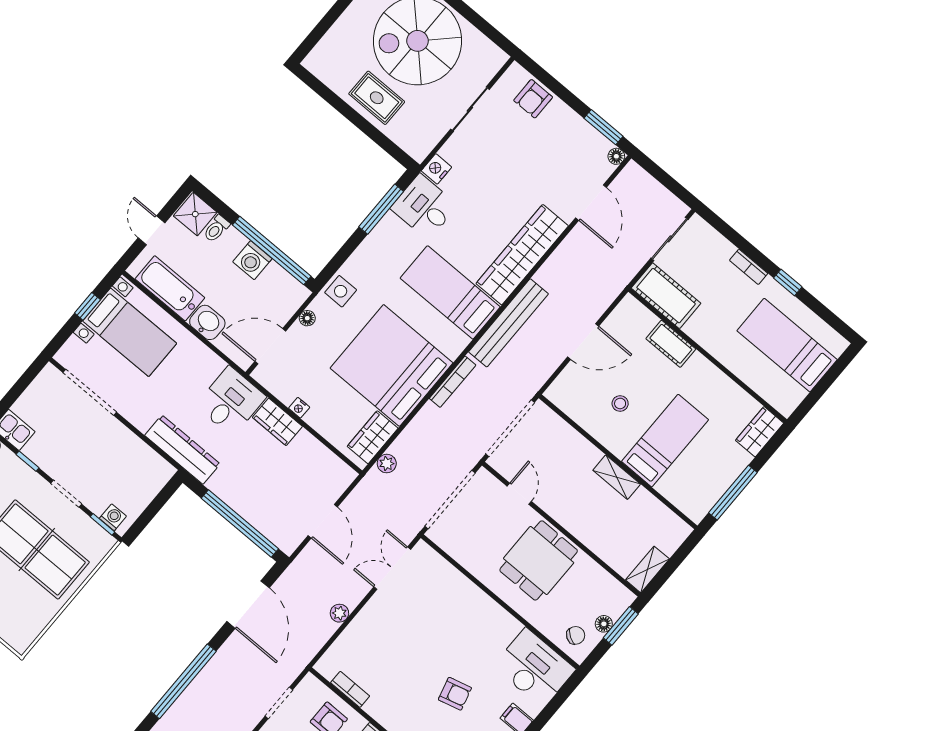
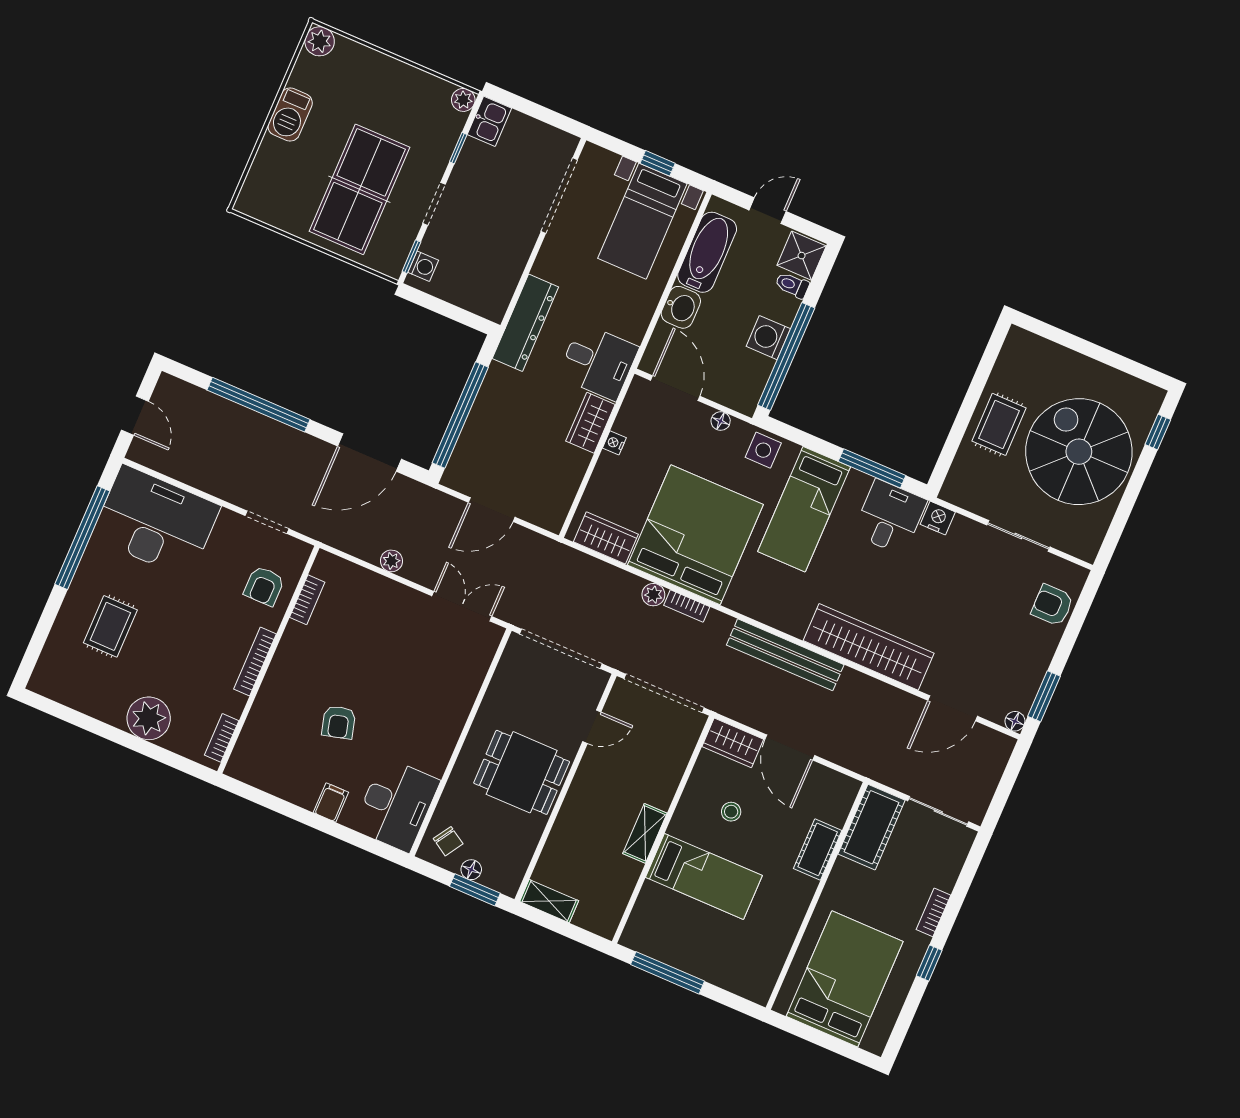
bed: (450, 292) -> (804, 509), moved, turned 180
bed: (787, 345) -> (845, 979), width x1.50
bookcase: (453, 382) -> (687, 606), width x0.64
wardrobe: (760, 432) -> (733, 743), moved, turned 180
plant: (387, 464) -> (653, 595), moved

